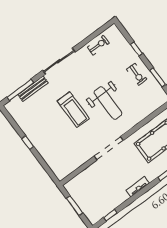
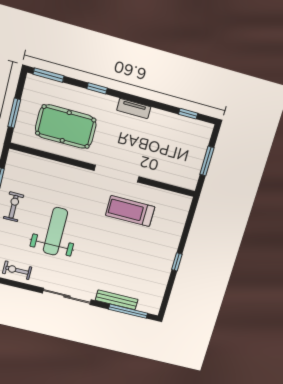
weight bench: (108, 103) -> (55, 231), moved
treadmill: (73, 110) -> (130, 211), moved, turned -90

